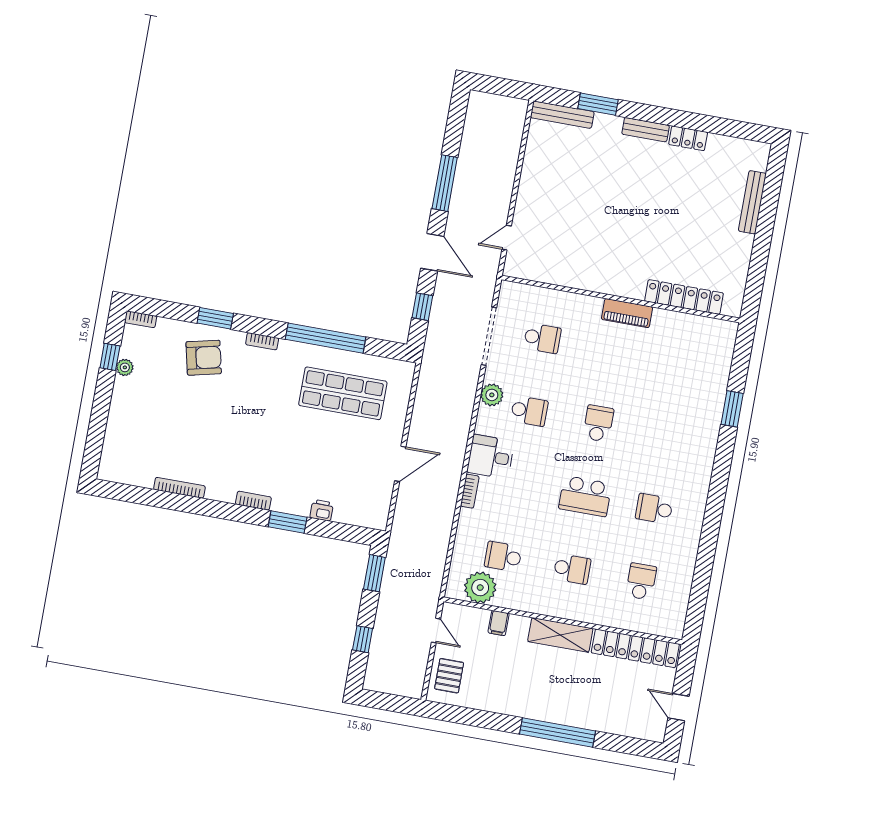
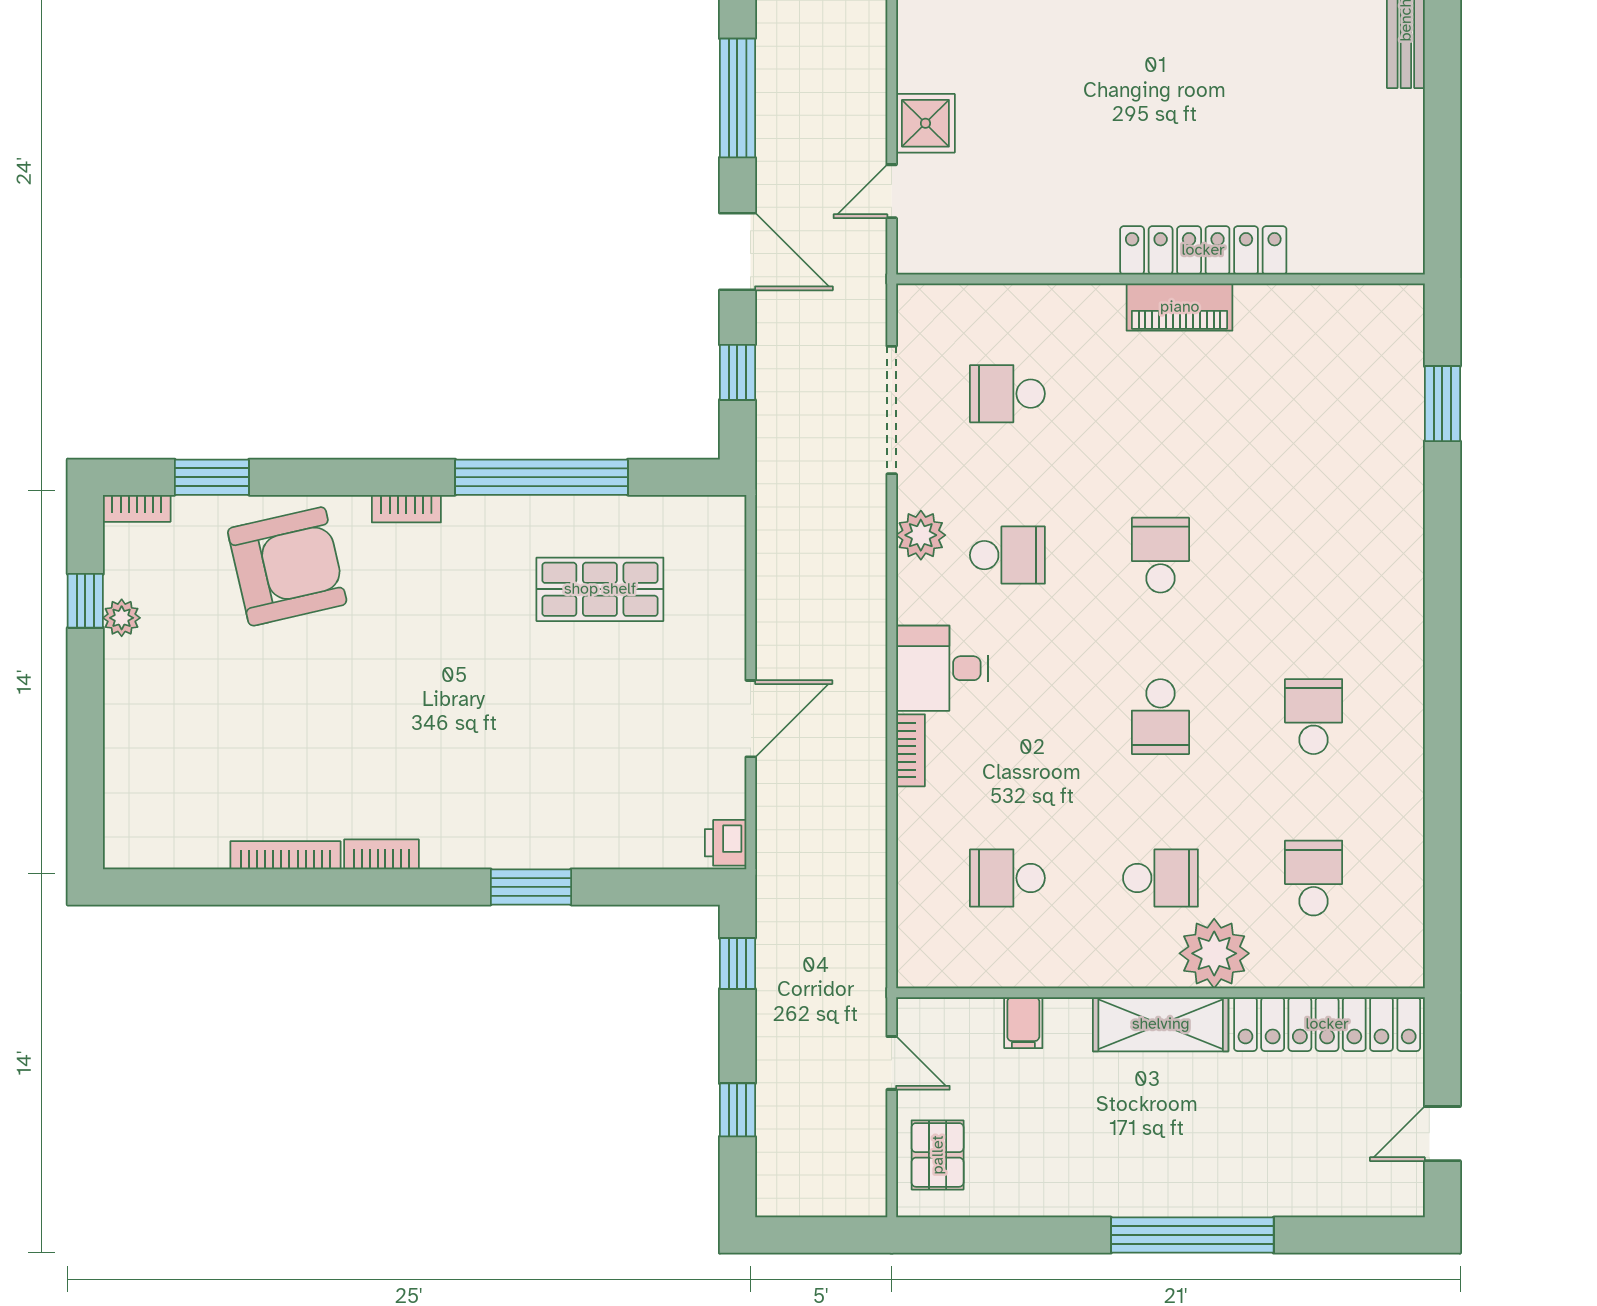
shower: (527, 210) -> (925, 123), added
locker: (684, 297) -> (1203, 250), moved
window: (215, 318) -> (212, 477), moved
school desk: (542, 338) -> (1007, 394), turned 180
armchair: (204, 358) -> (287, 566), width x1.36, depth x1.36
shop shelf: (343, 393) -> (600, 589), width x0.70, depth x0.74
window: (732, 409) -> (1442, 404), moved
school desk: (585, 496) -> (1160, 717), width x0.54
bookcase: (253, 501) -> (382, 854), moved
school desk: (654, 509) -> (1314, 717), turned 90
printer: (322, 510) -> (726, 843), moved, turned -90
window: (374, 573) -> (737, 964), width x0.67
plant: (480, 588) -> (1214, 953), moved
door: (678, 707) -> (1442, 1134), hinge flipped

